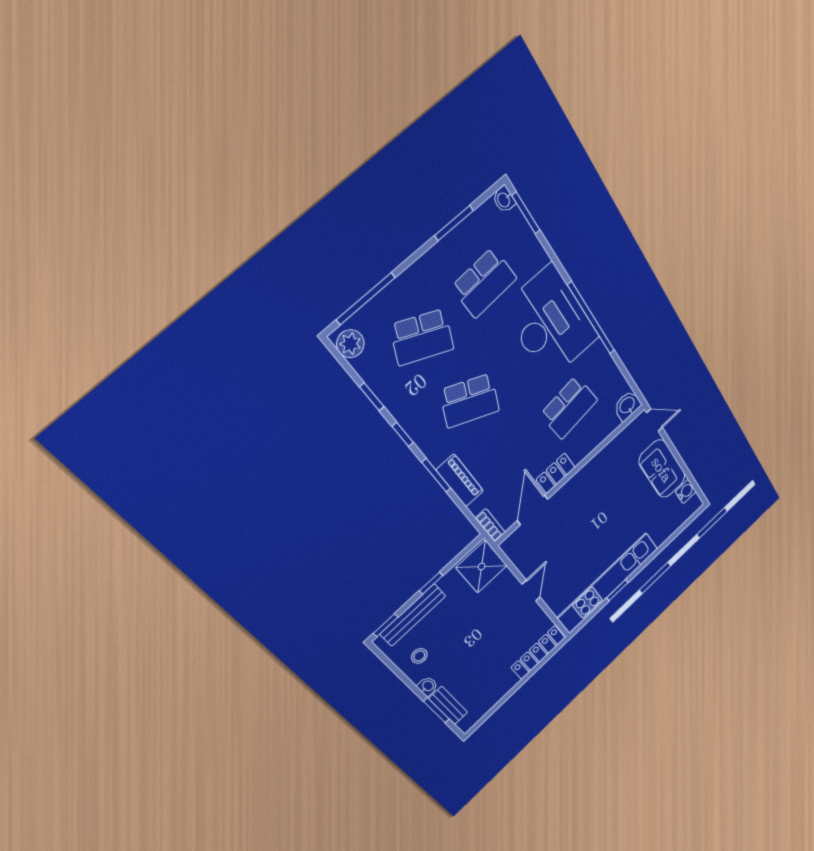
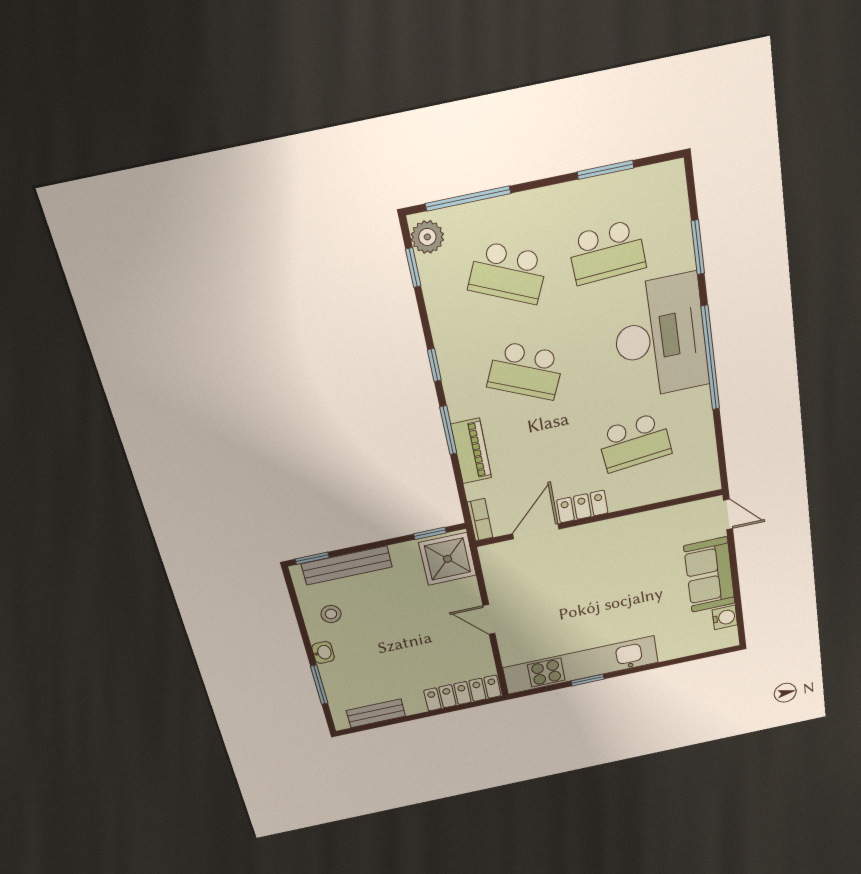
washbasin: (504, 200) -> (675, 174), removed
window: (526, 213) -> (698, 247), moved
window: (372, 397) -> (413, 268), moved
washbasin: (627, 406) -> (704, 480), removed
window: (431, 583) -> (430, 533), moved
door: (531, 591) -> (489, 619), swing flipped
bench: (448, 705) -> (376, 713), moved, turned 90

